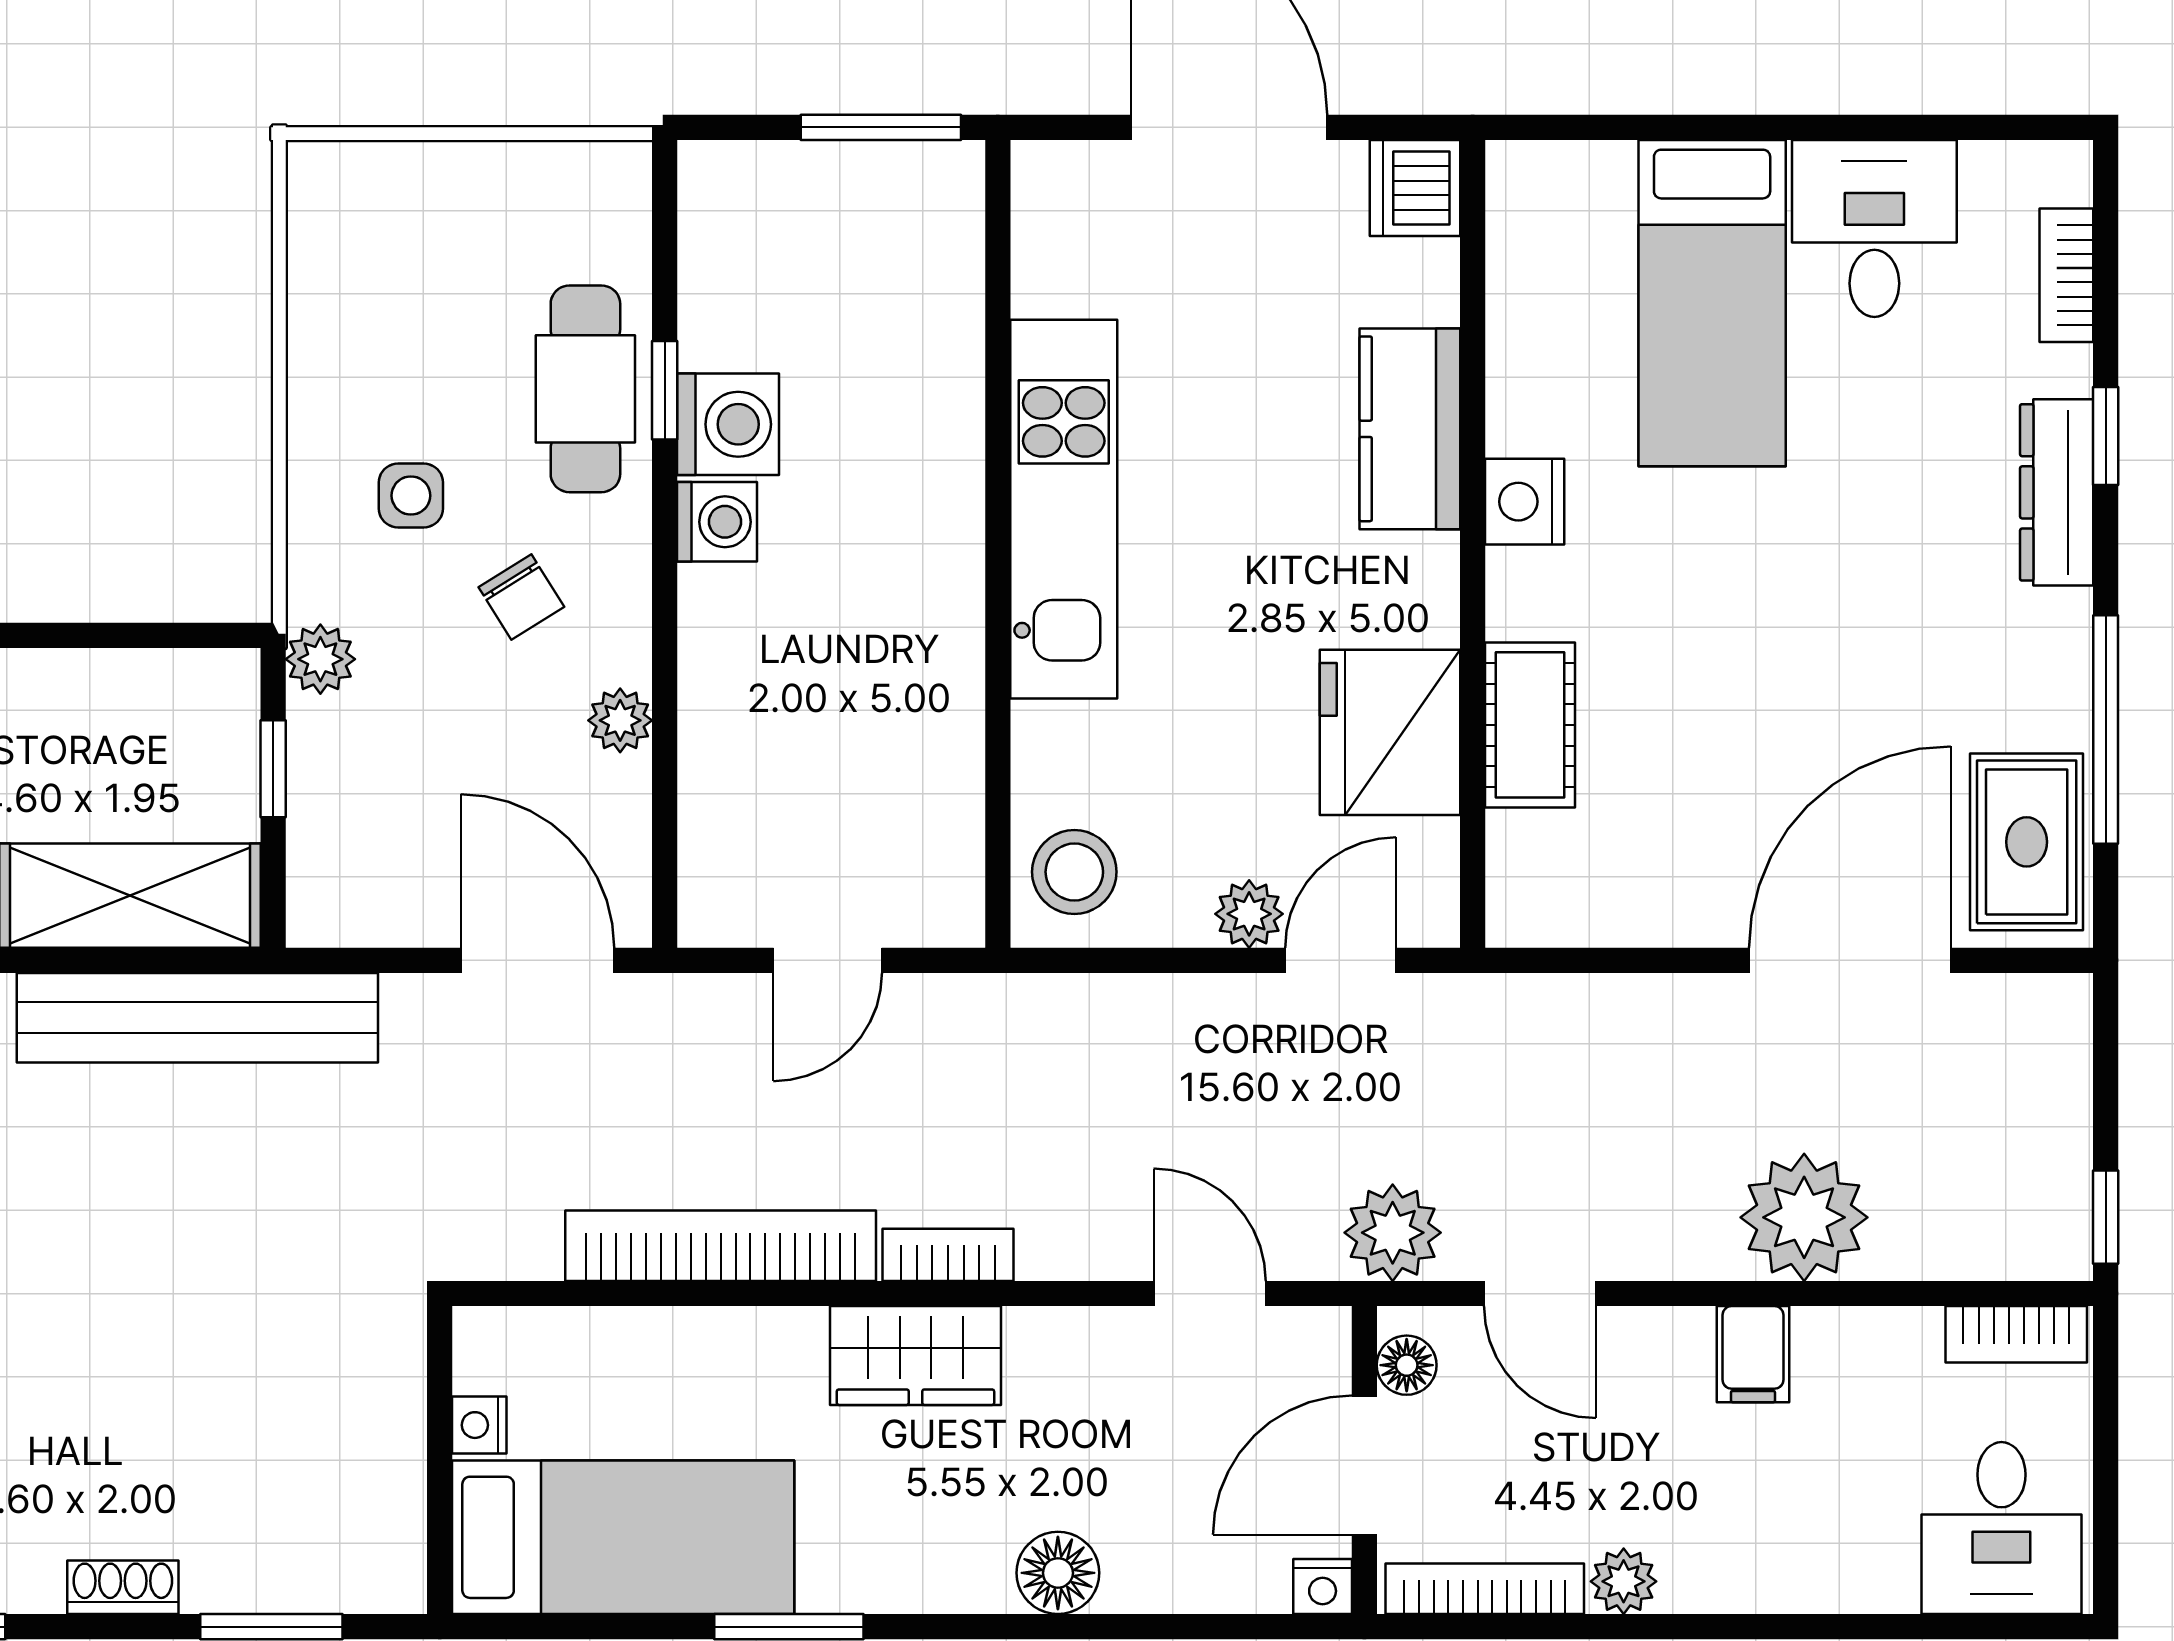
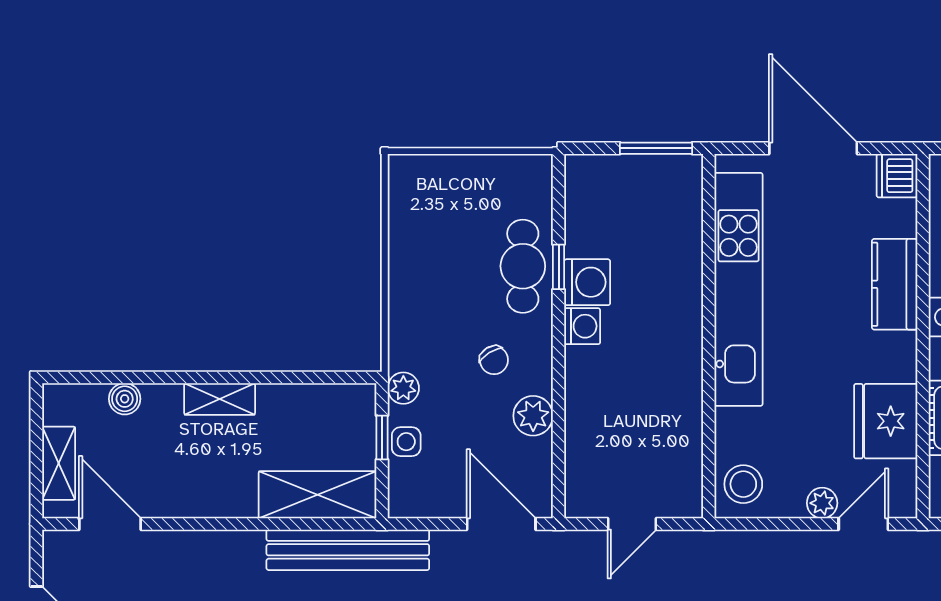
side table: (411, 496) -> (406, 442), moved
kitchen unit: (1064, 509) -> (739, 289), width x1.36
plant: (620, 720) -> (533, 416), width x1.38, depth x1.38

